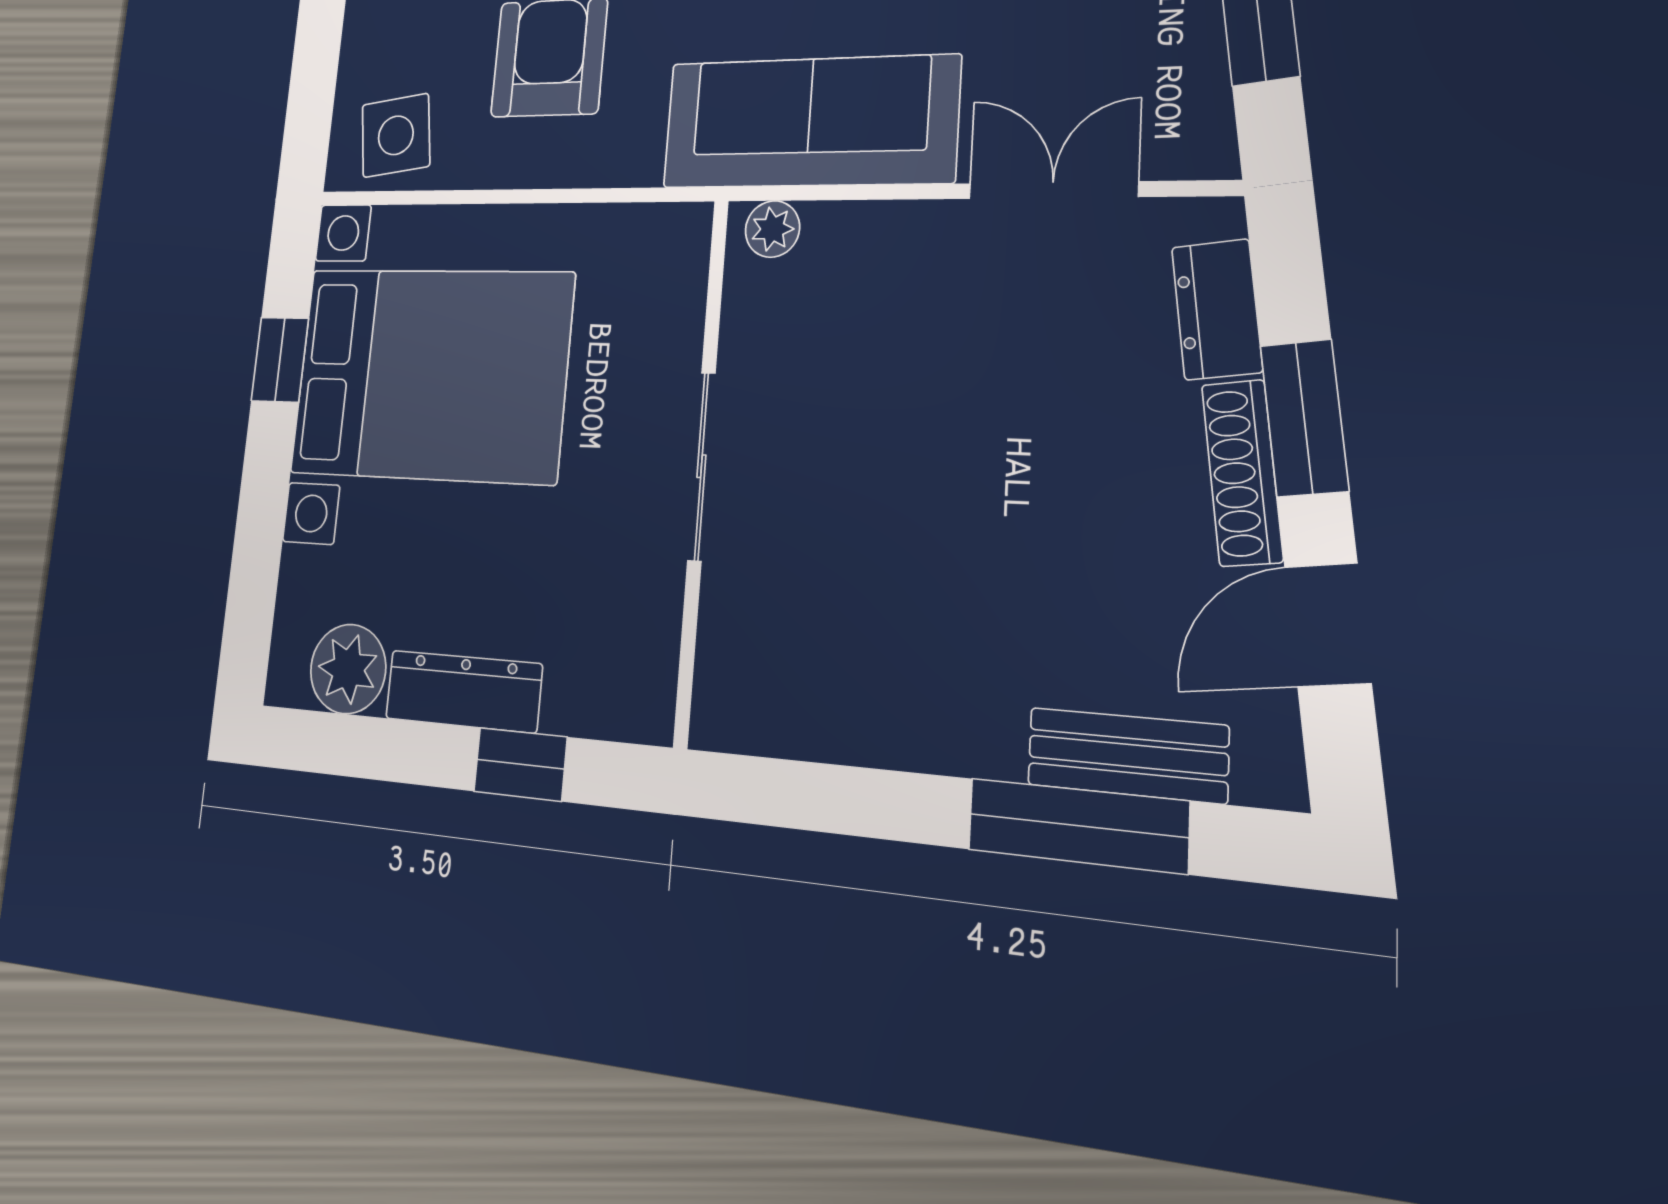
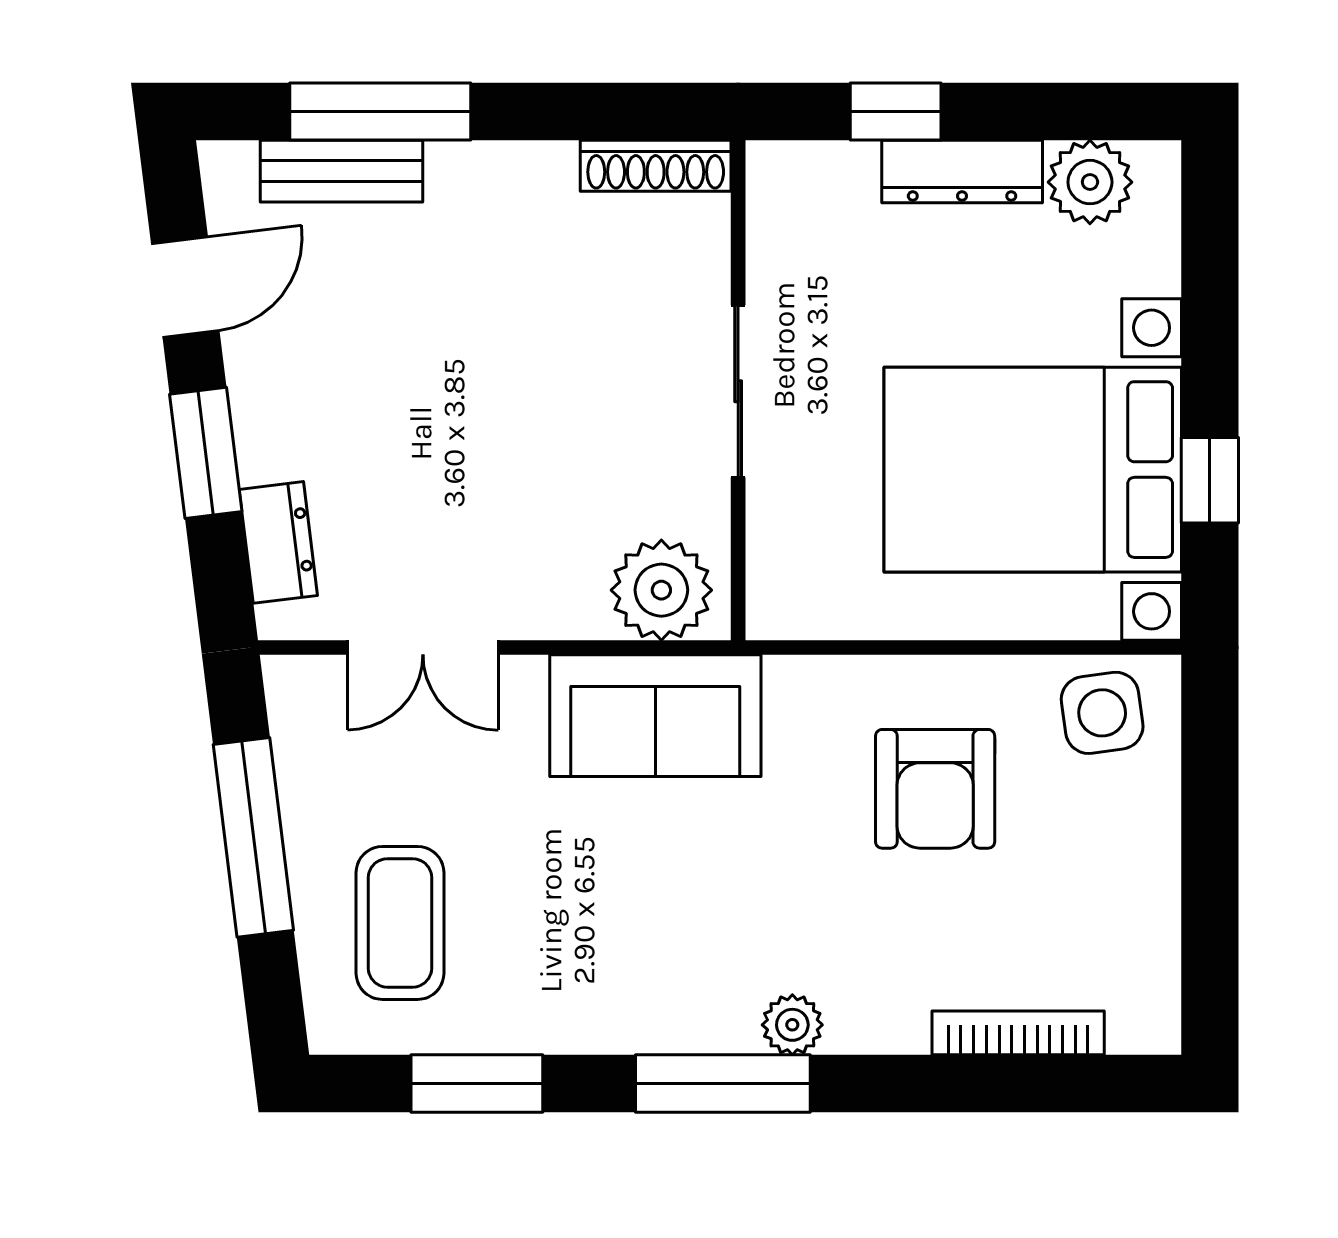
sofa: (810, 122) -> (655, 716), width x0.73
plant: (772, 229) -> (661, 590), width x1.88, depth x1.88
shoe rack: (1242, 473) -> (656, 166), moved, turned 97

